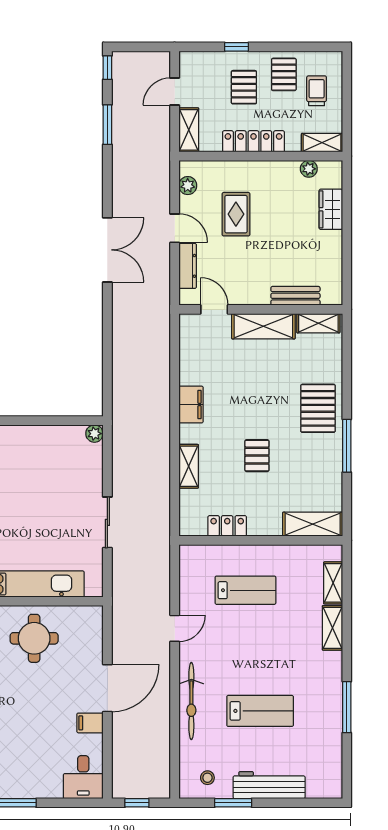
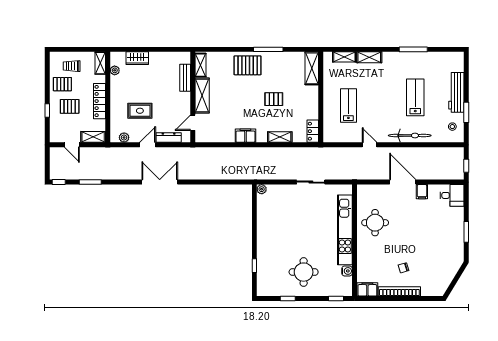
locker: (227, 526) -> (313, 131), moved

